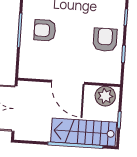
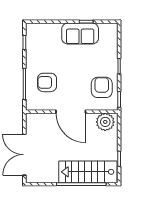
door: (68, 82) -> (71, 112), moved
wall: (69, 82) -> (72, 112), moved
plant: (105, 96) -> (105, 122), moved

